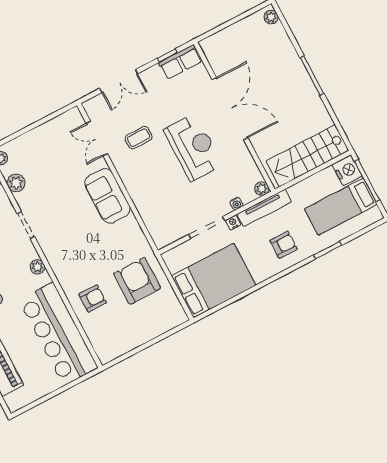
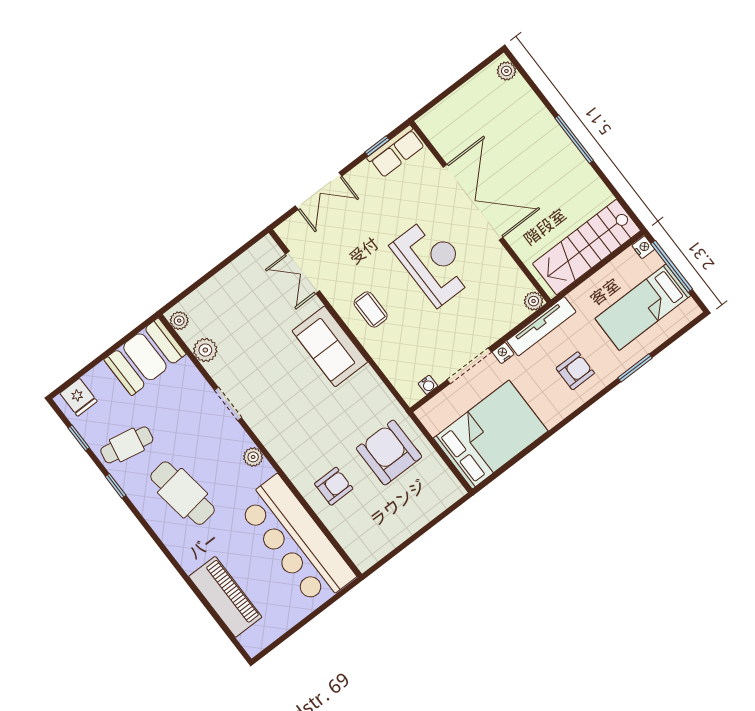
coffee table: (139, 138) -> (371, 309), moved, turned 90
nightstand: (347, 170) -> (643, 247), width x0.53, depth x0.56
water cooler: (236, 204) -> (428, 385), moved

